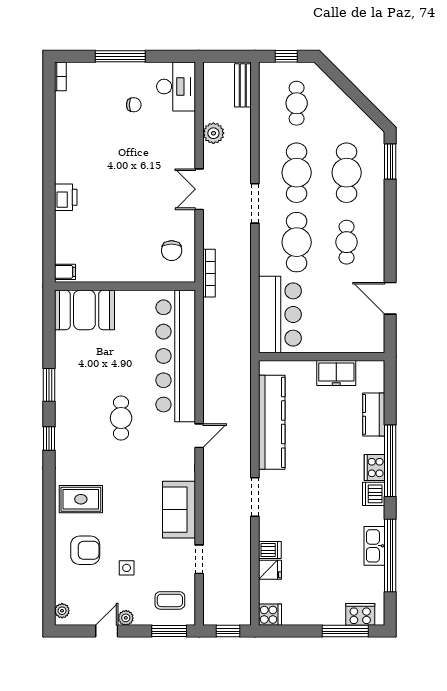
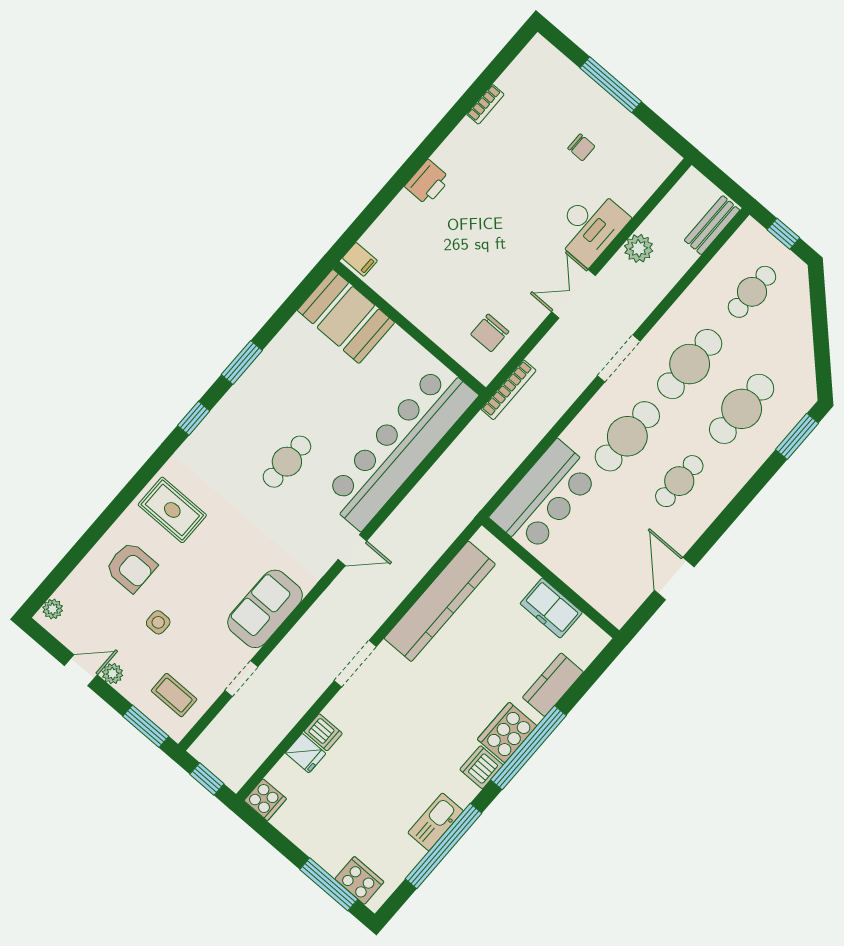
bookcase: (60, 76) -> (485, 104), moved
desk: (176, 87) -> (590, 226), moved
cooker: (374, 468) -> (507, 733), width x1.37, depth x1.31

